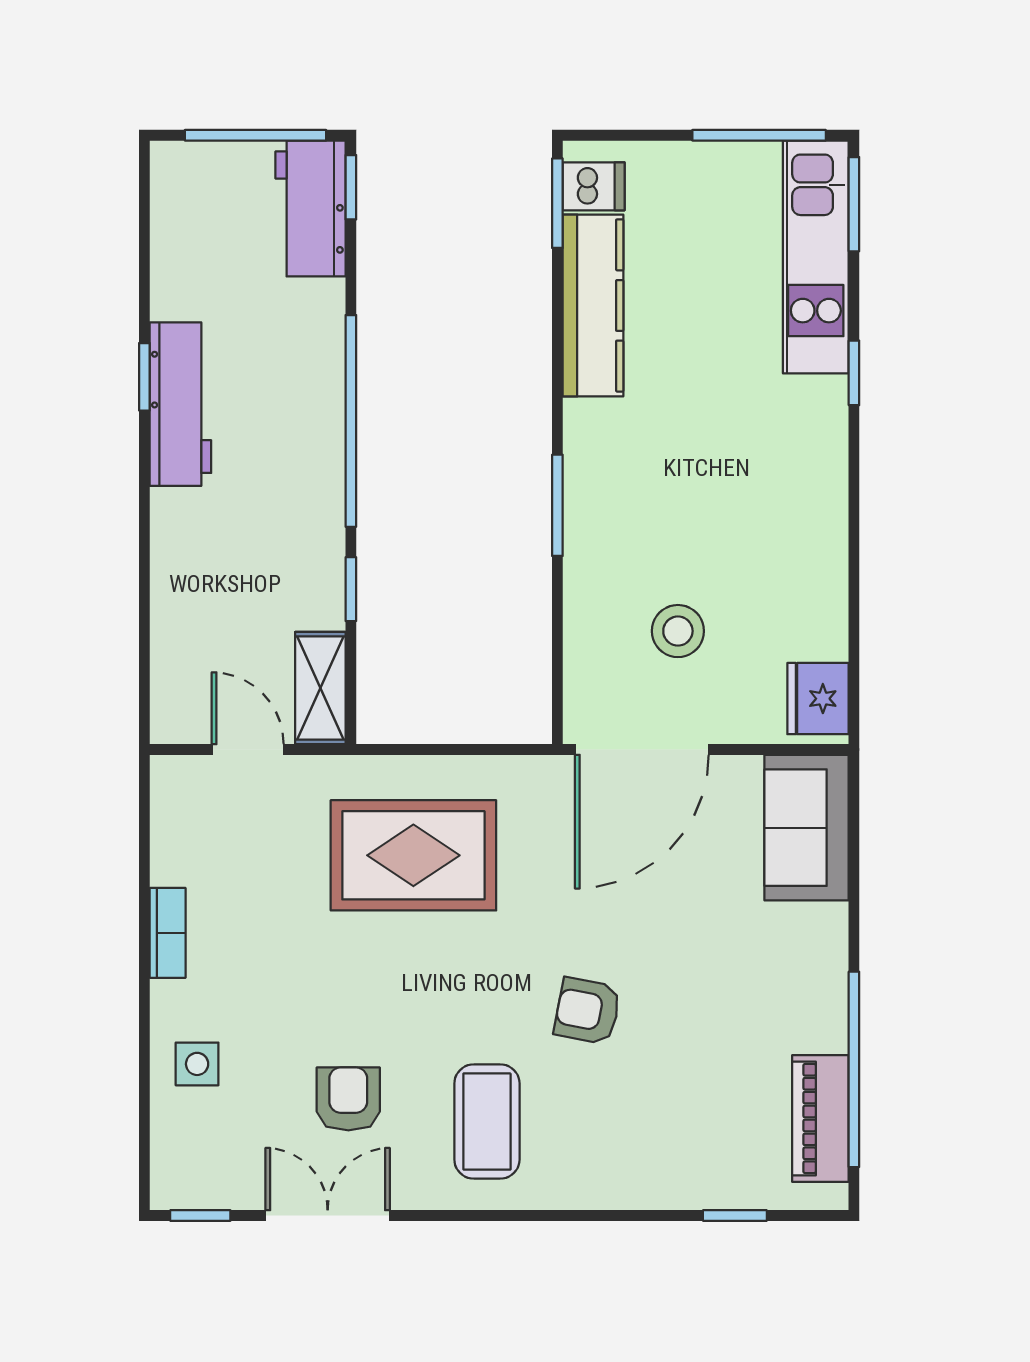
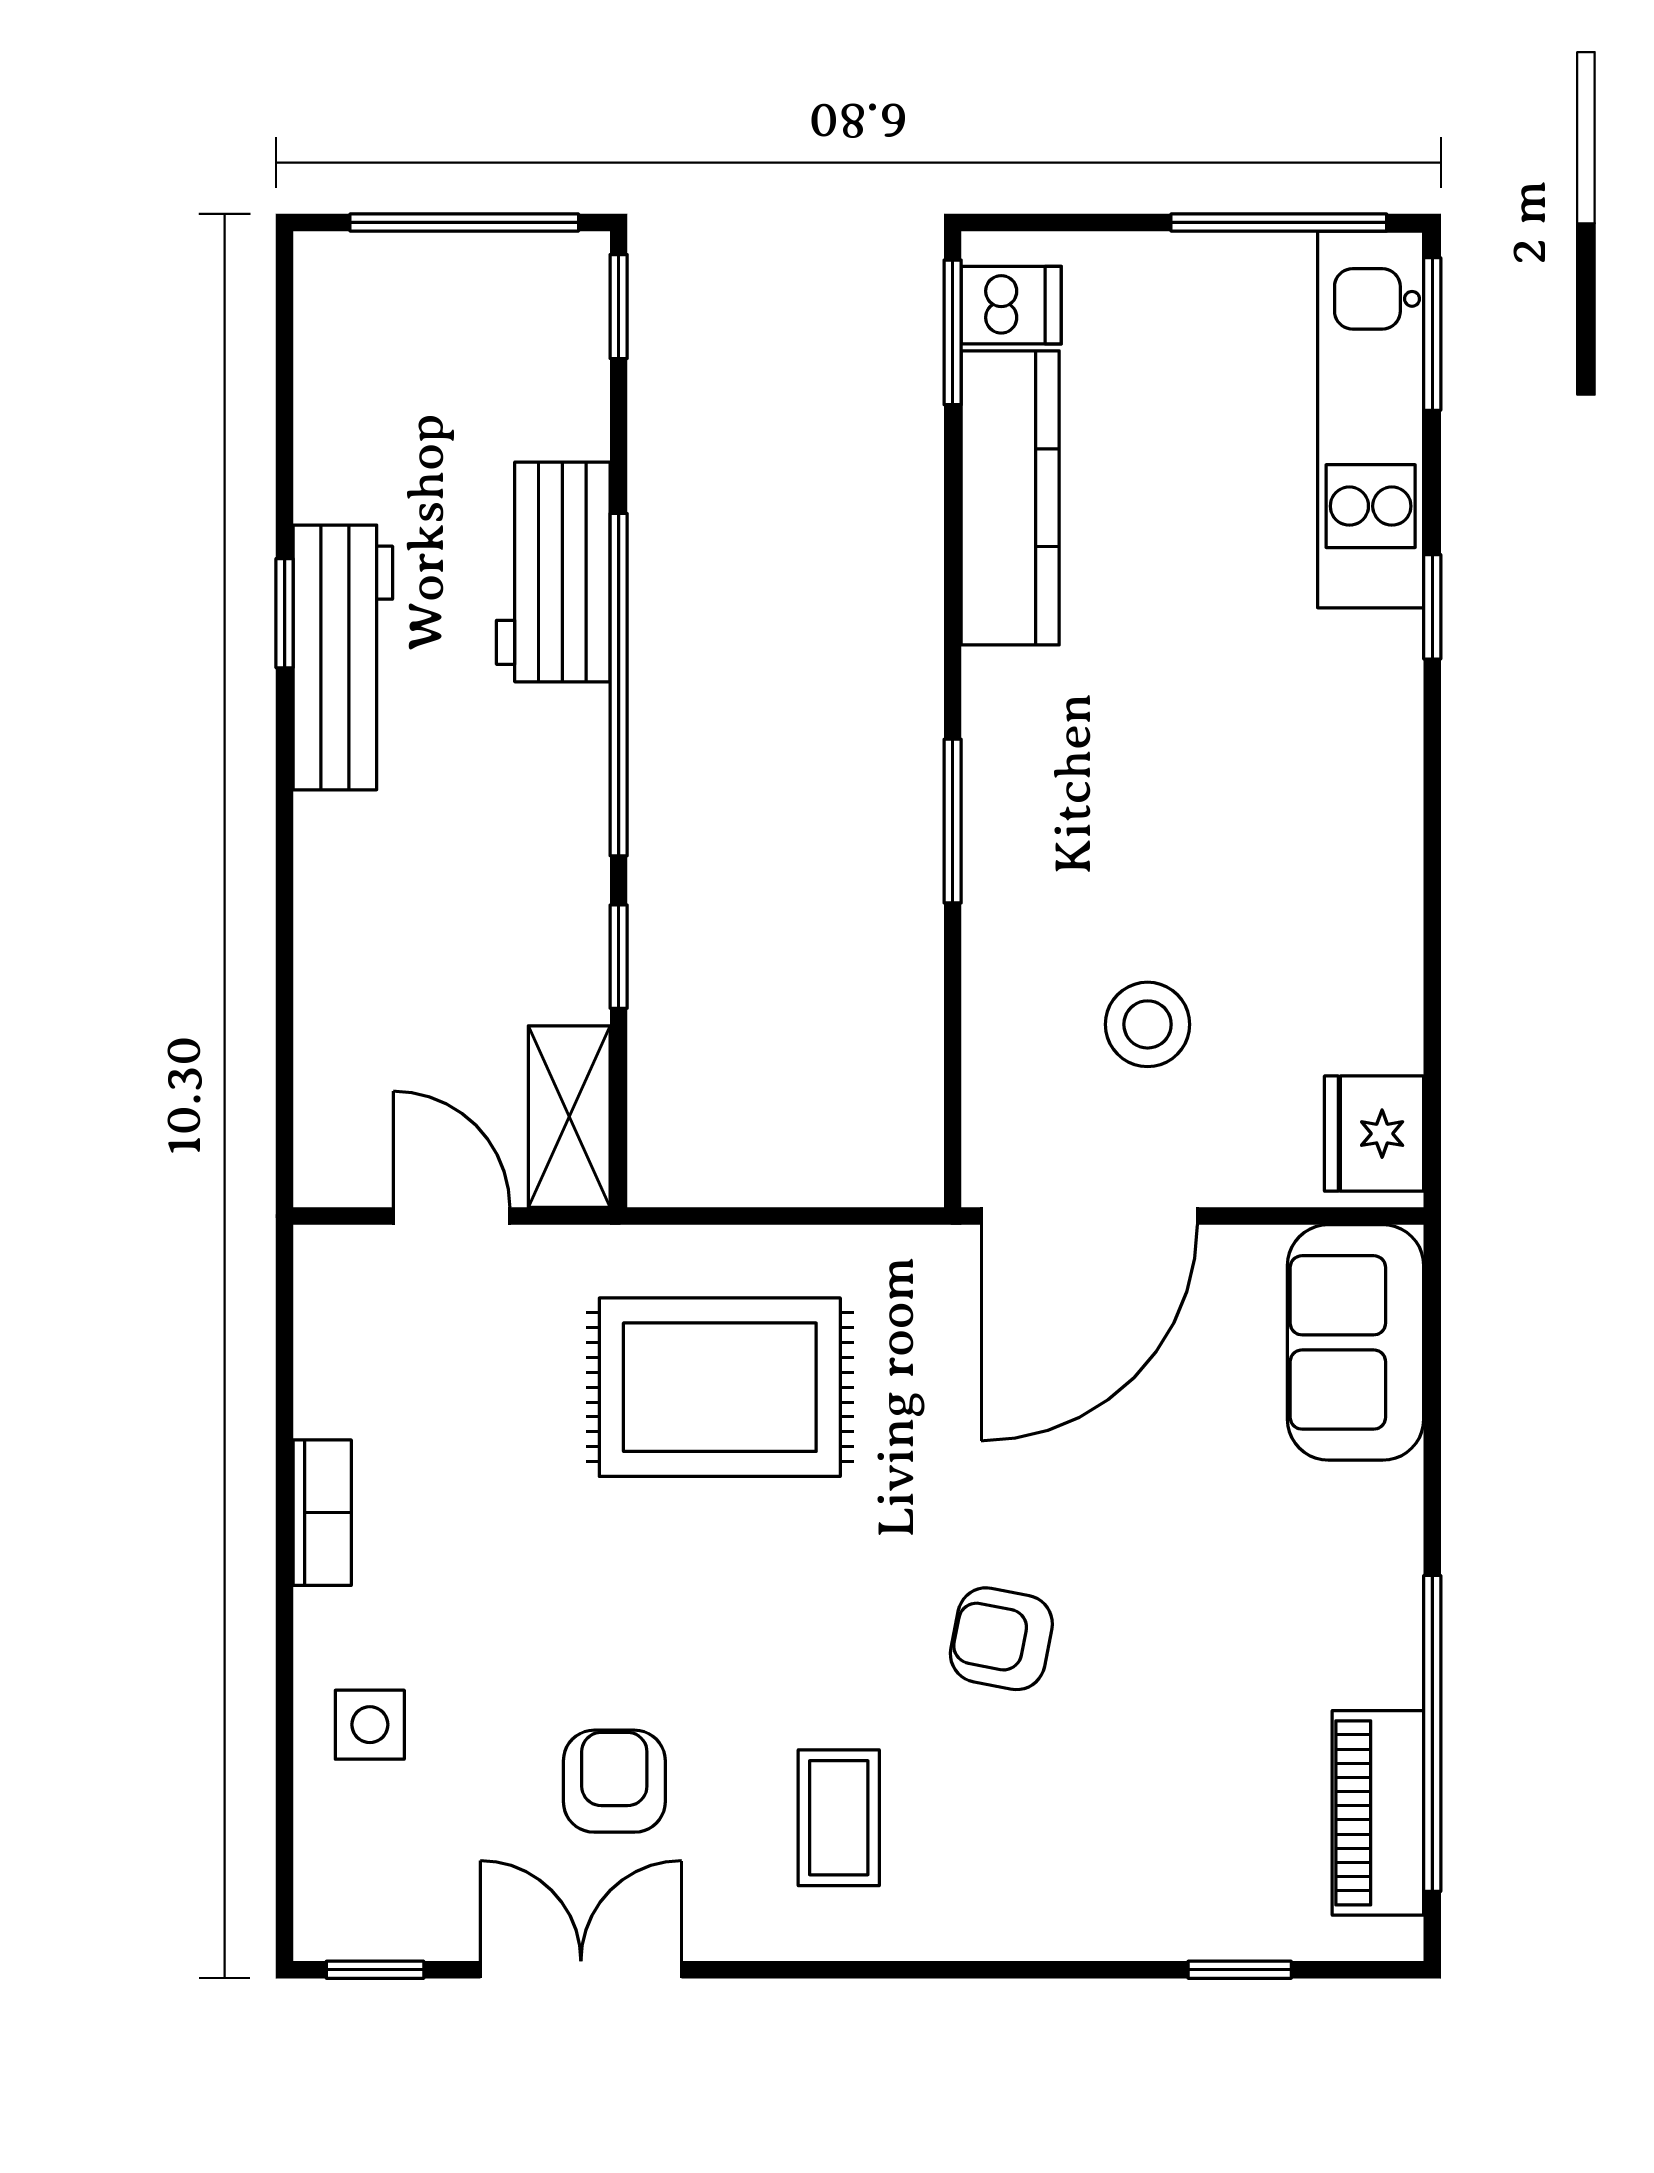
workbench: (310, 208) -> (553, 572), moved
coffee table: (487, 1122) -> (839, 1818), width x0.73, depth x0.77

